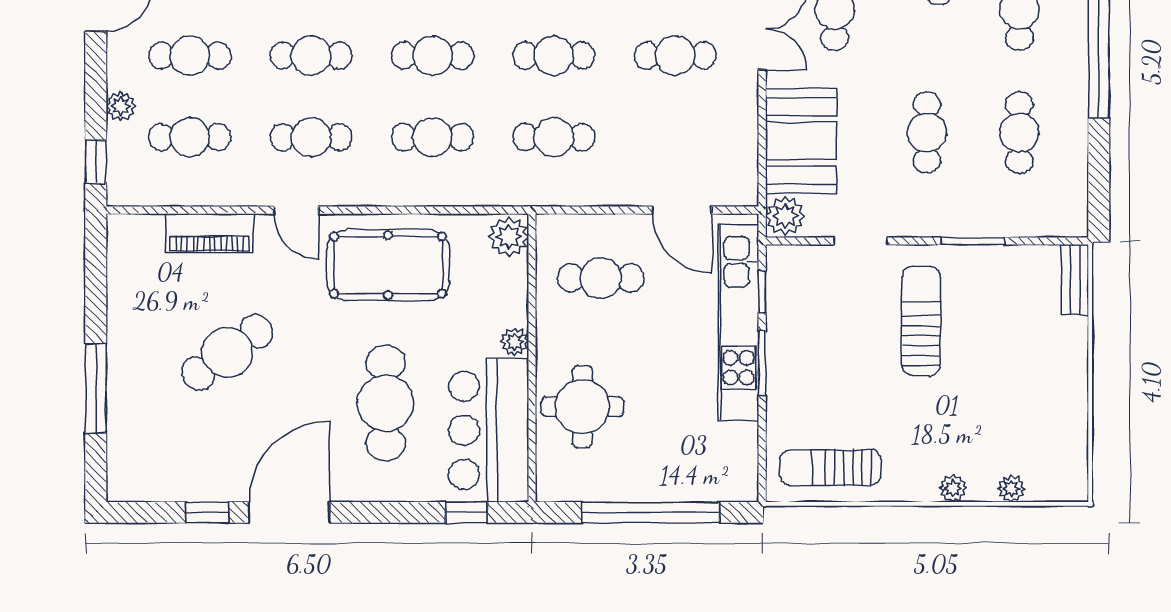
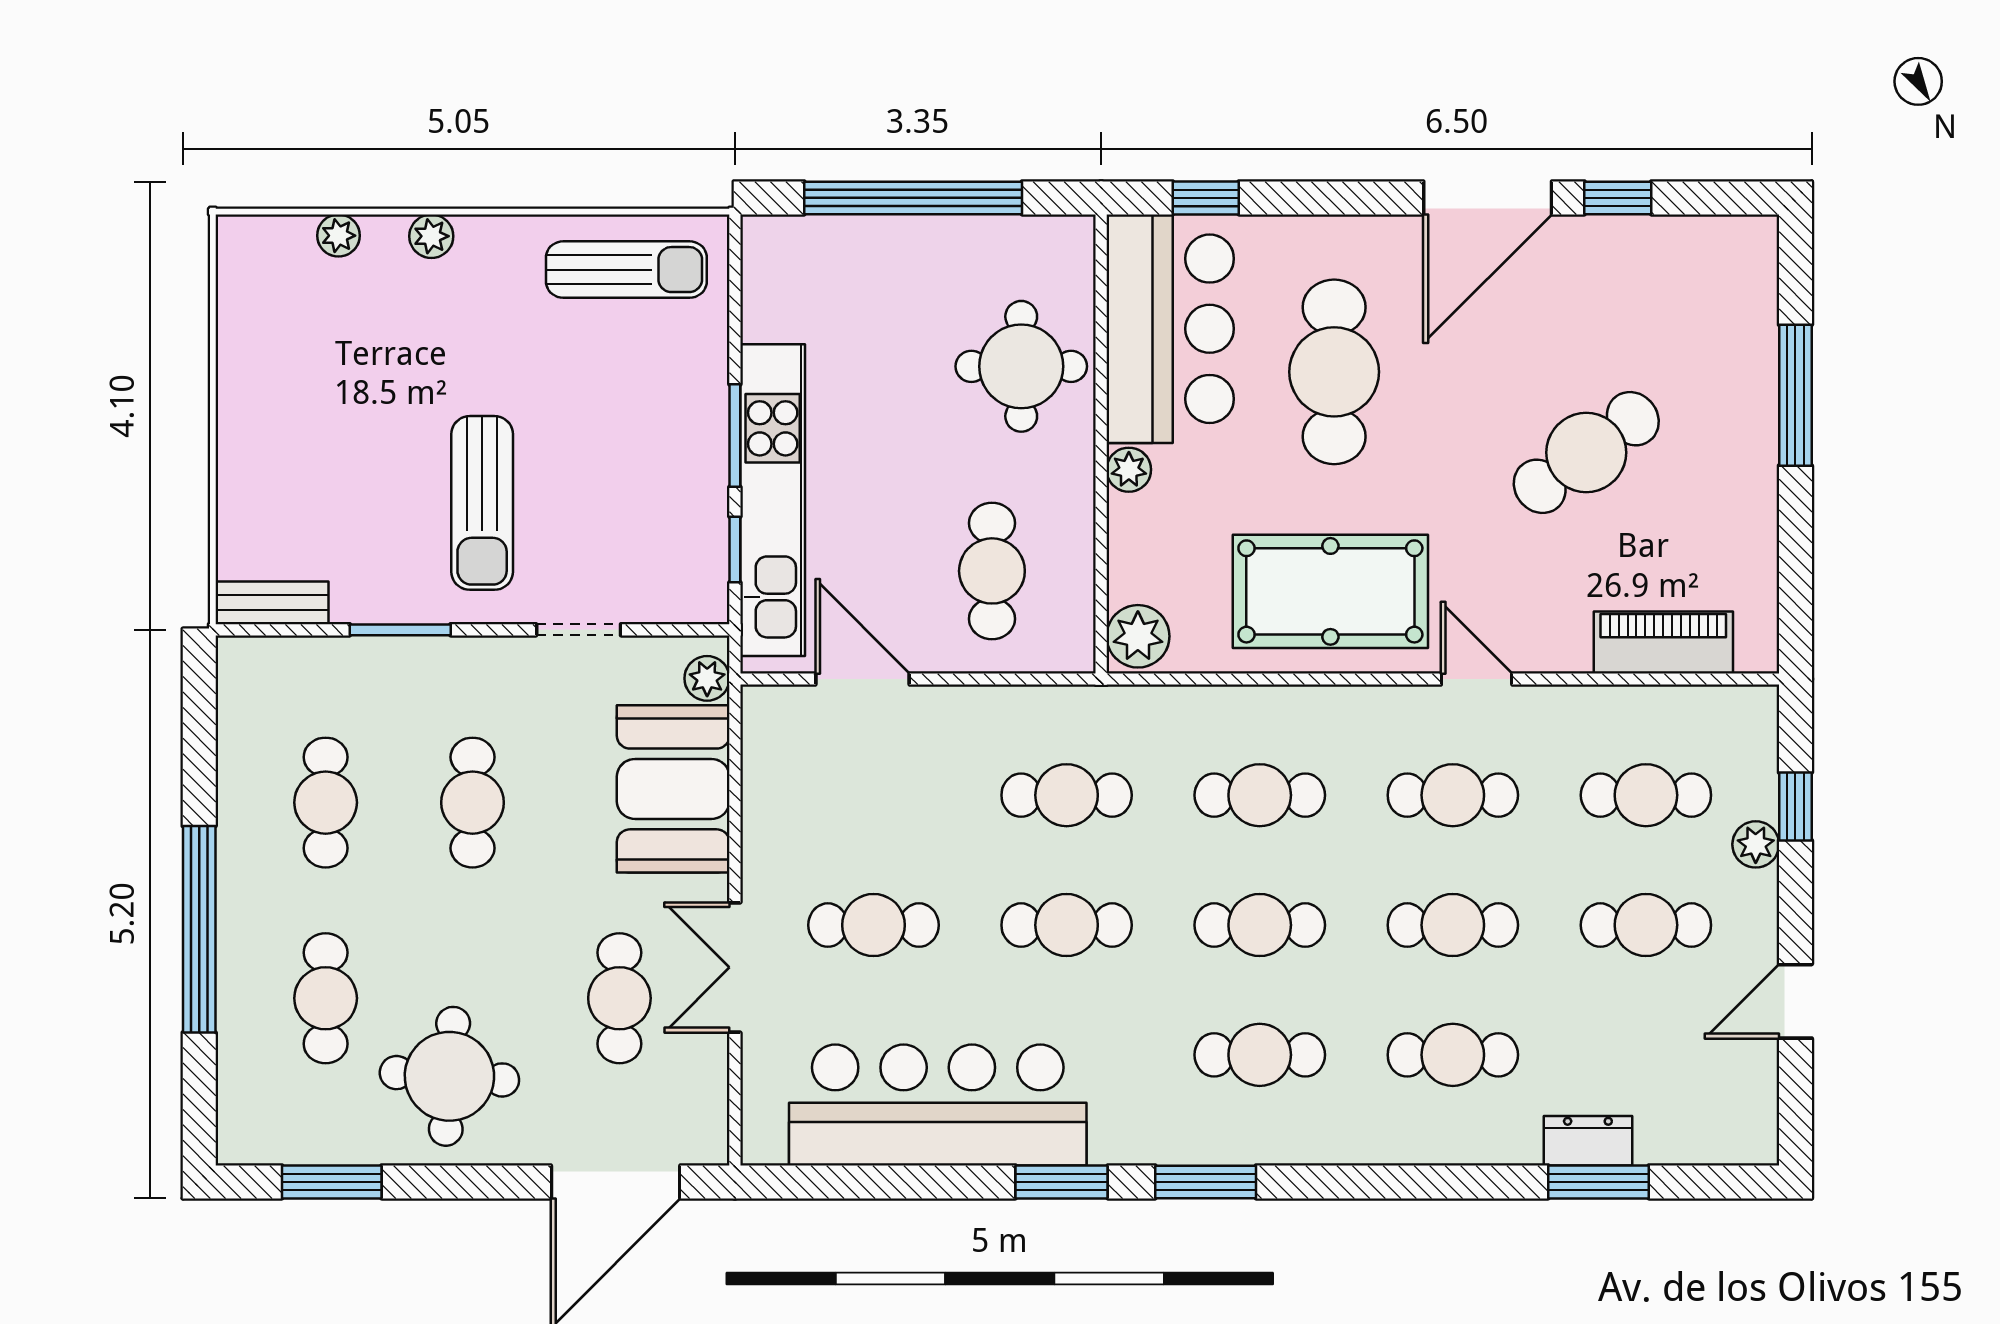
window: (96, 162) -> (1795, 806), moved
plant: (785, 216) -> (707, 678), width x0.73, depth x0.73
piano: (209, 233) -> (1663, 642), moved
cafe table: (601, 278) -> (992, 571), turned 90
bench: (1075, 280) -> (272, 603), moved, turned 90

